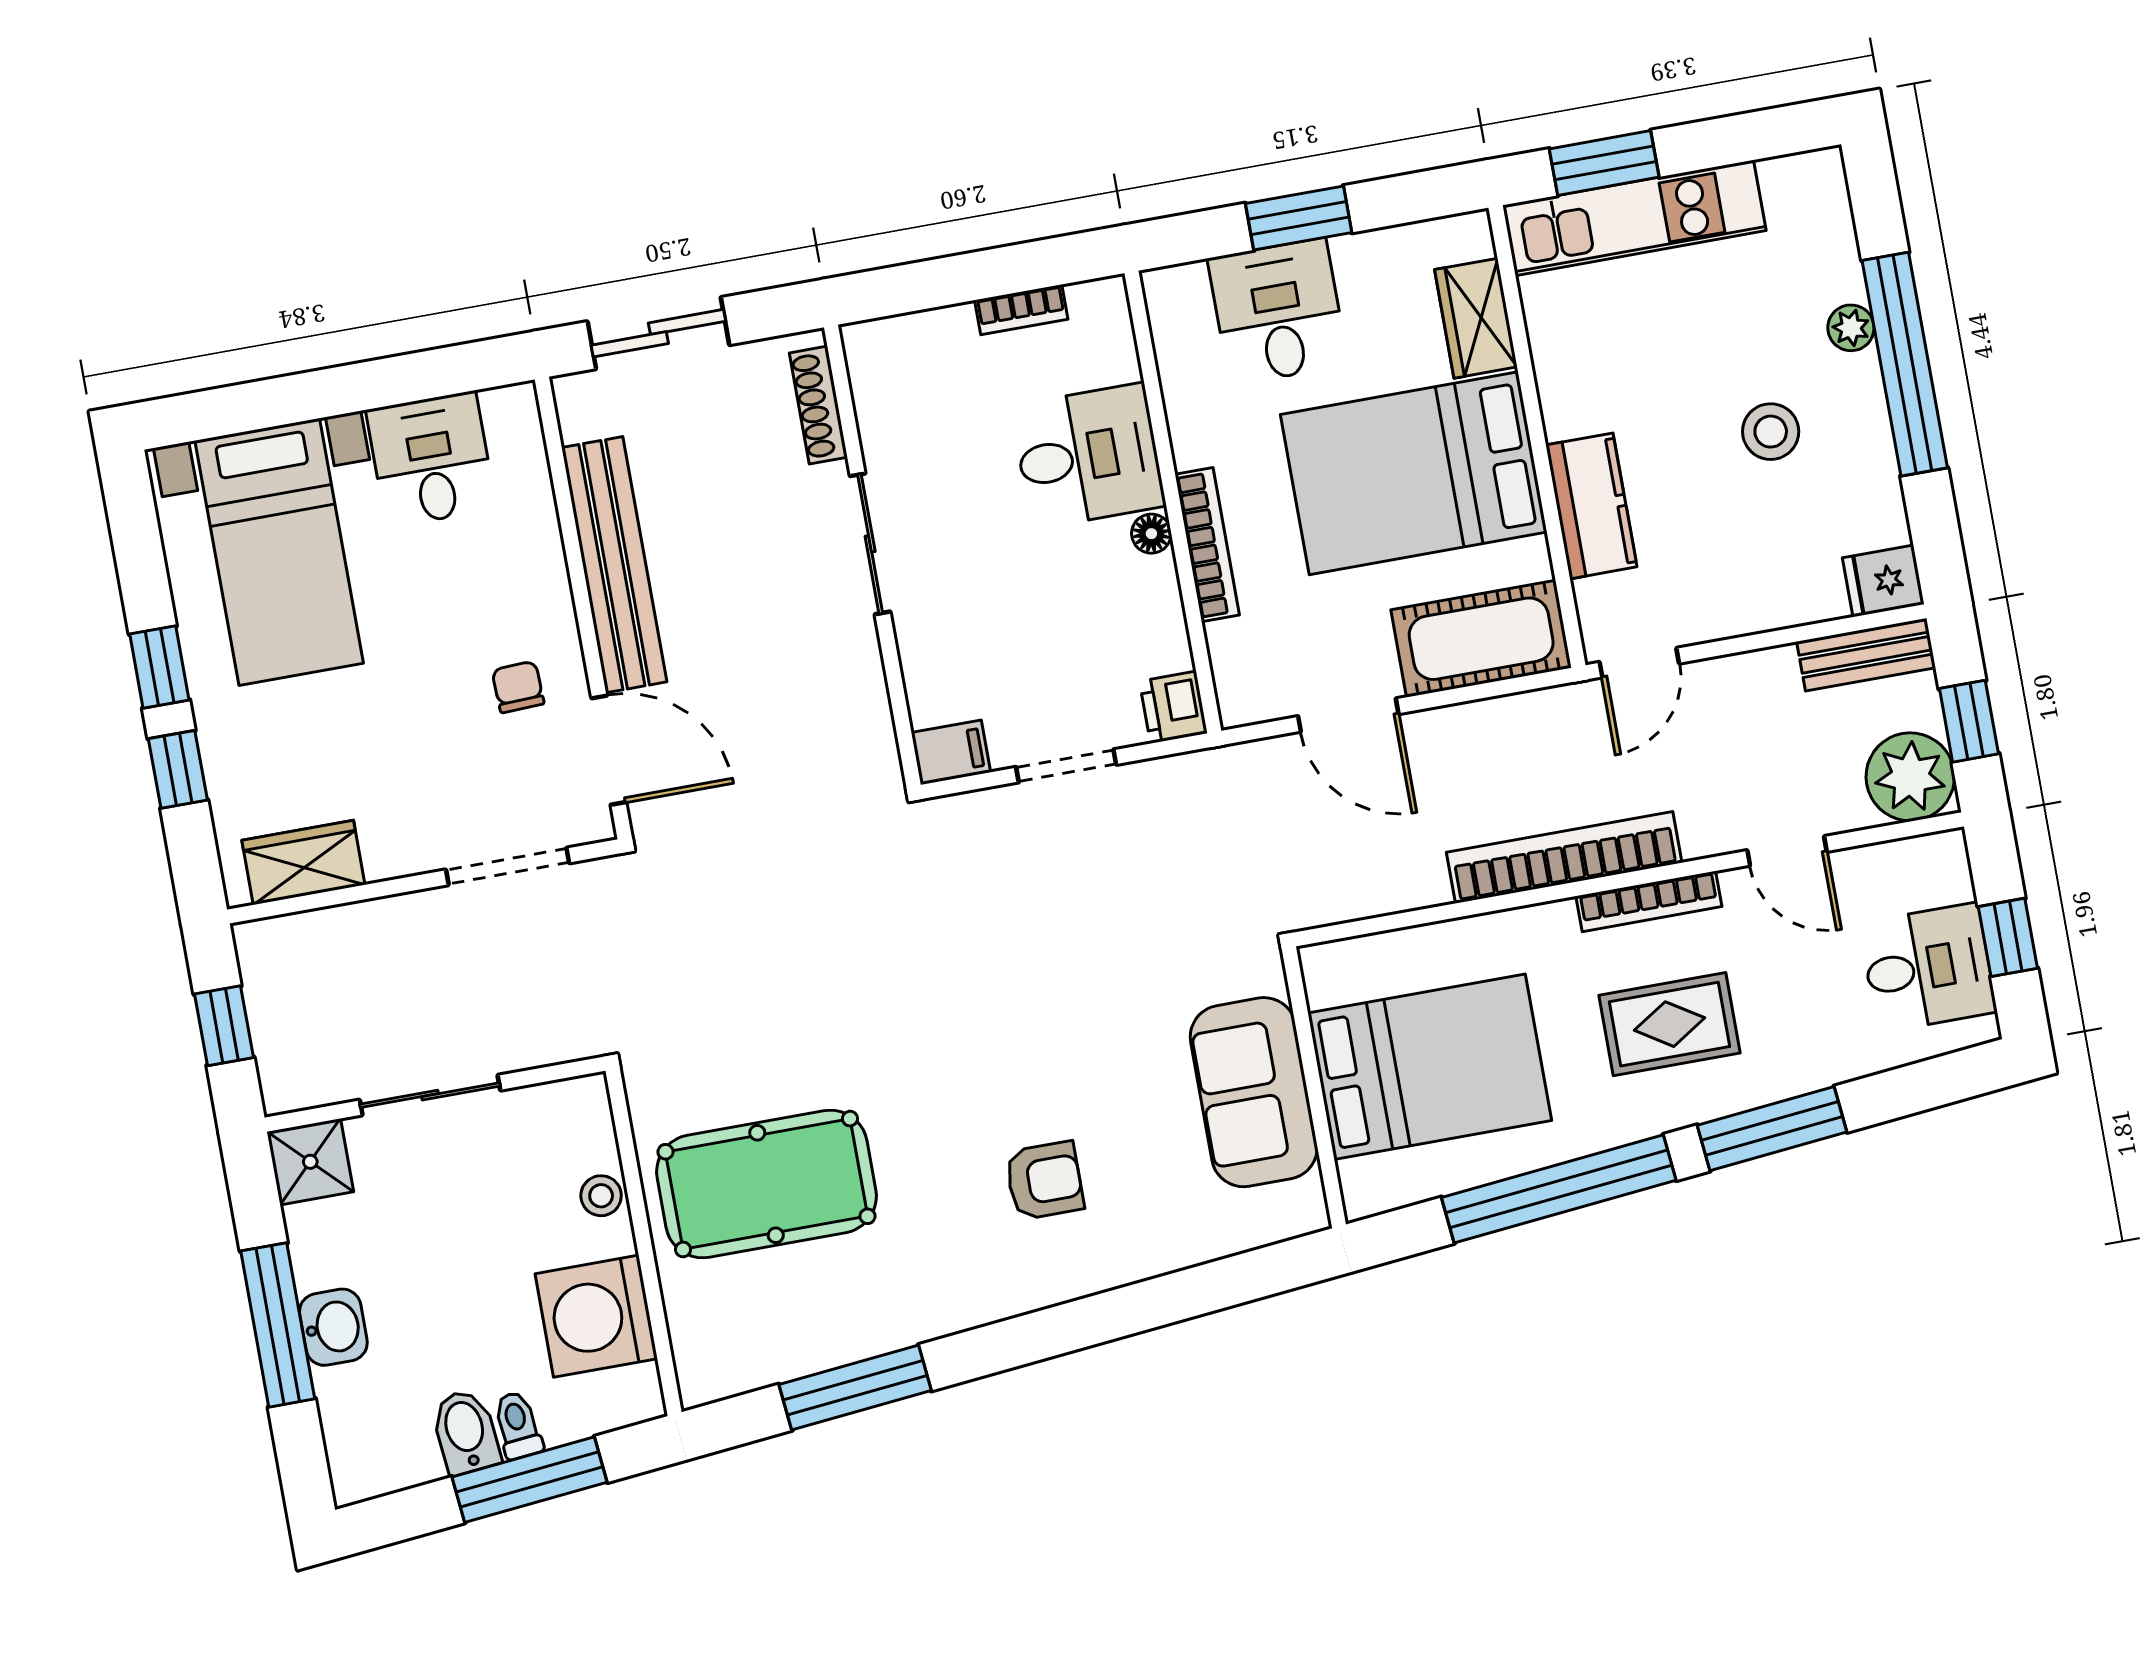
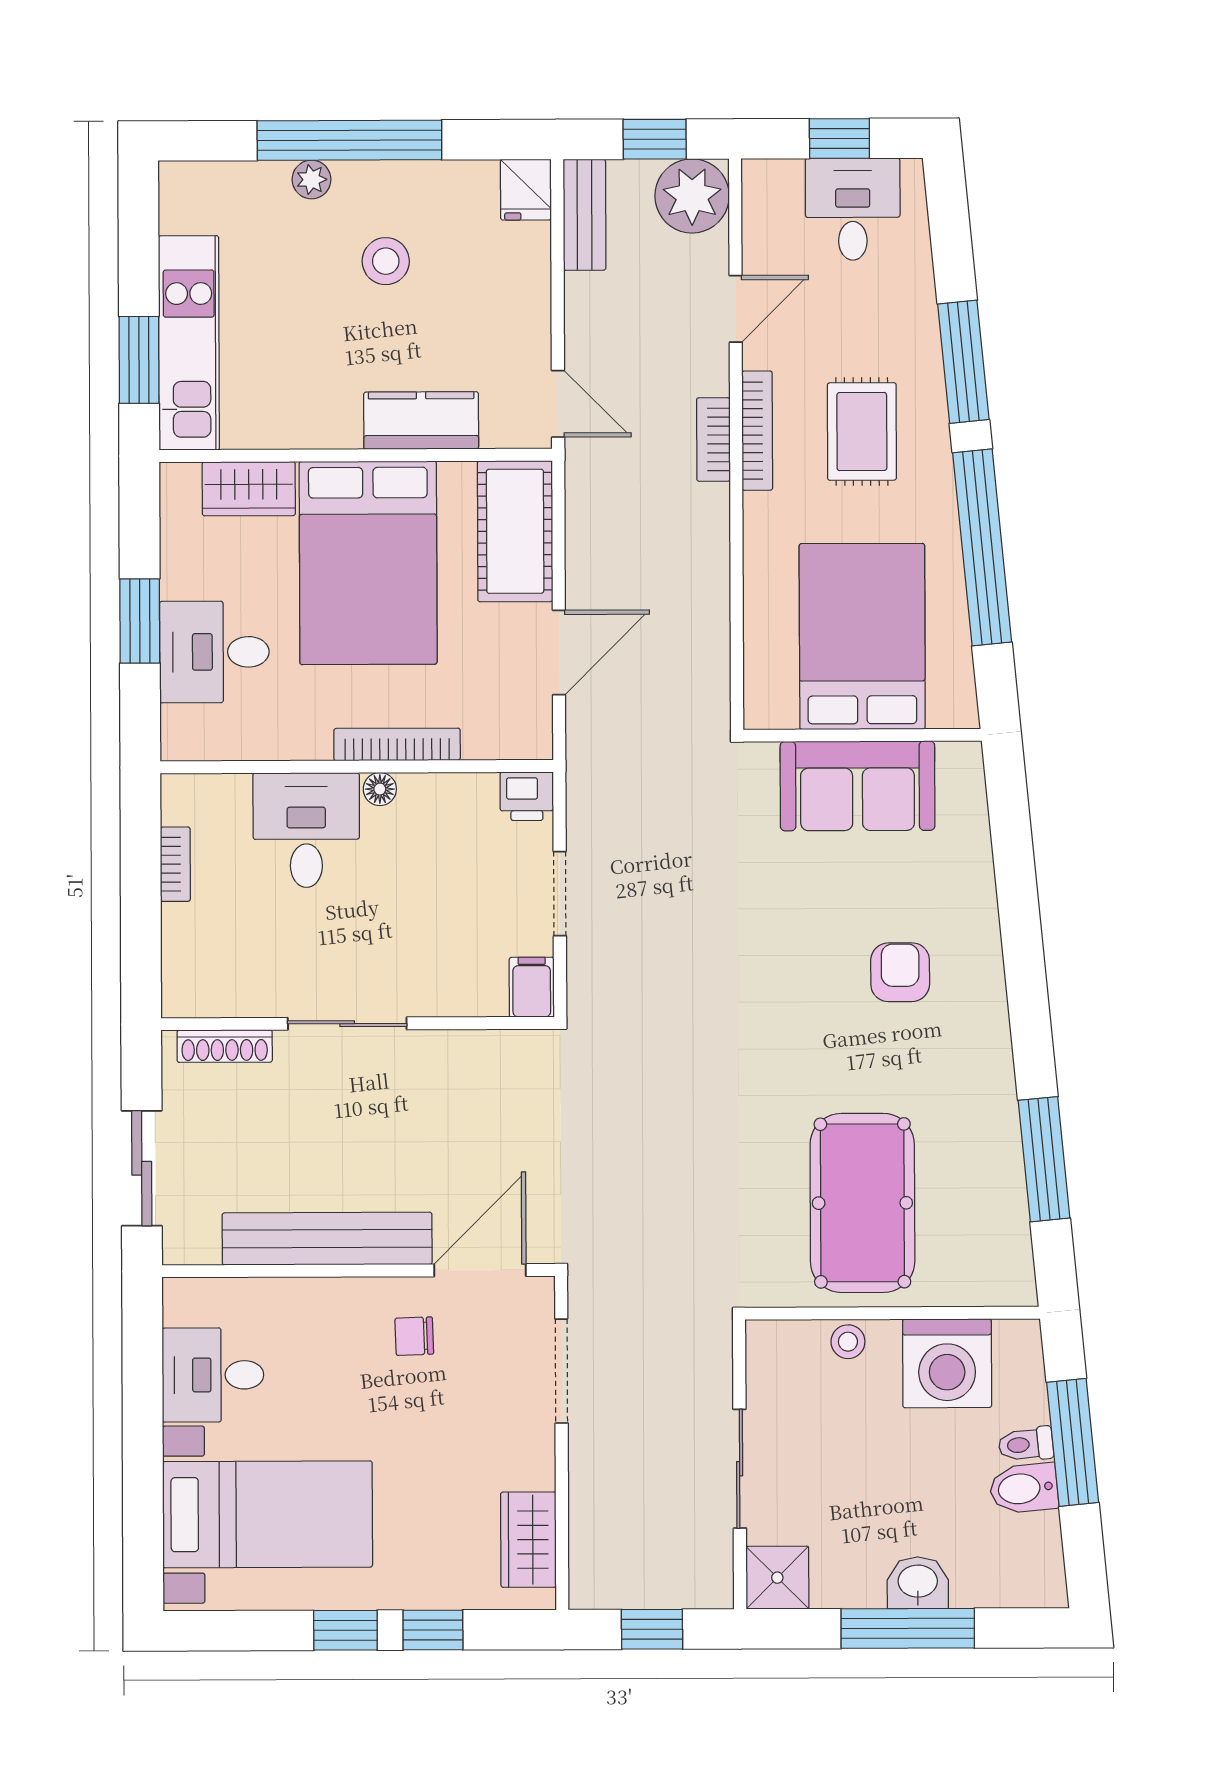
bookcase: (1564, 857) -> (713, 440), width x0.43, depth x0.76

